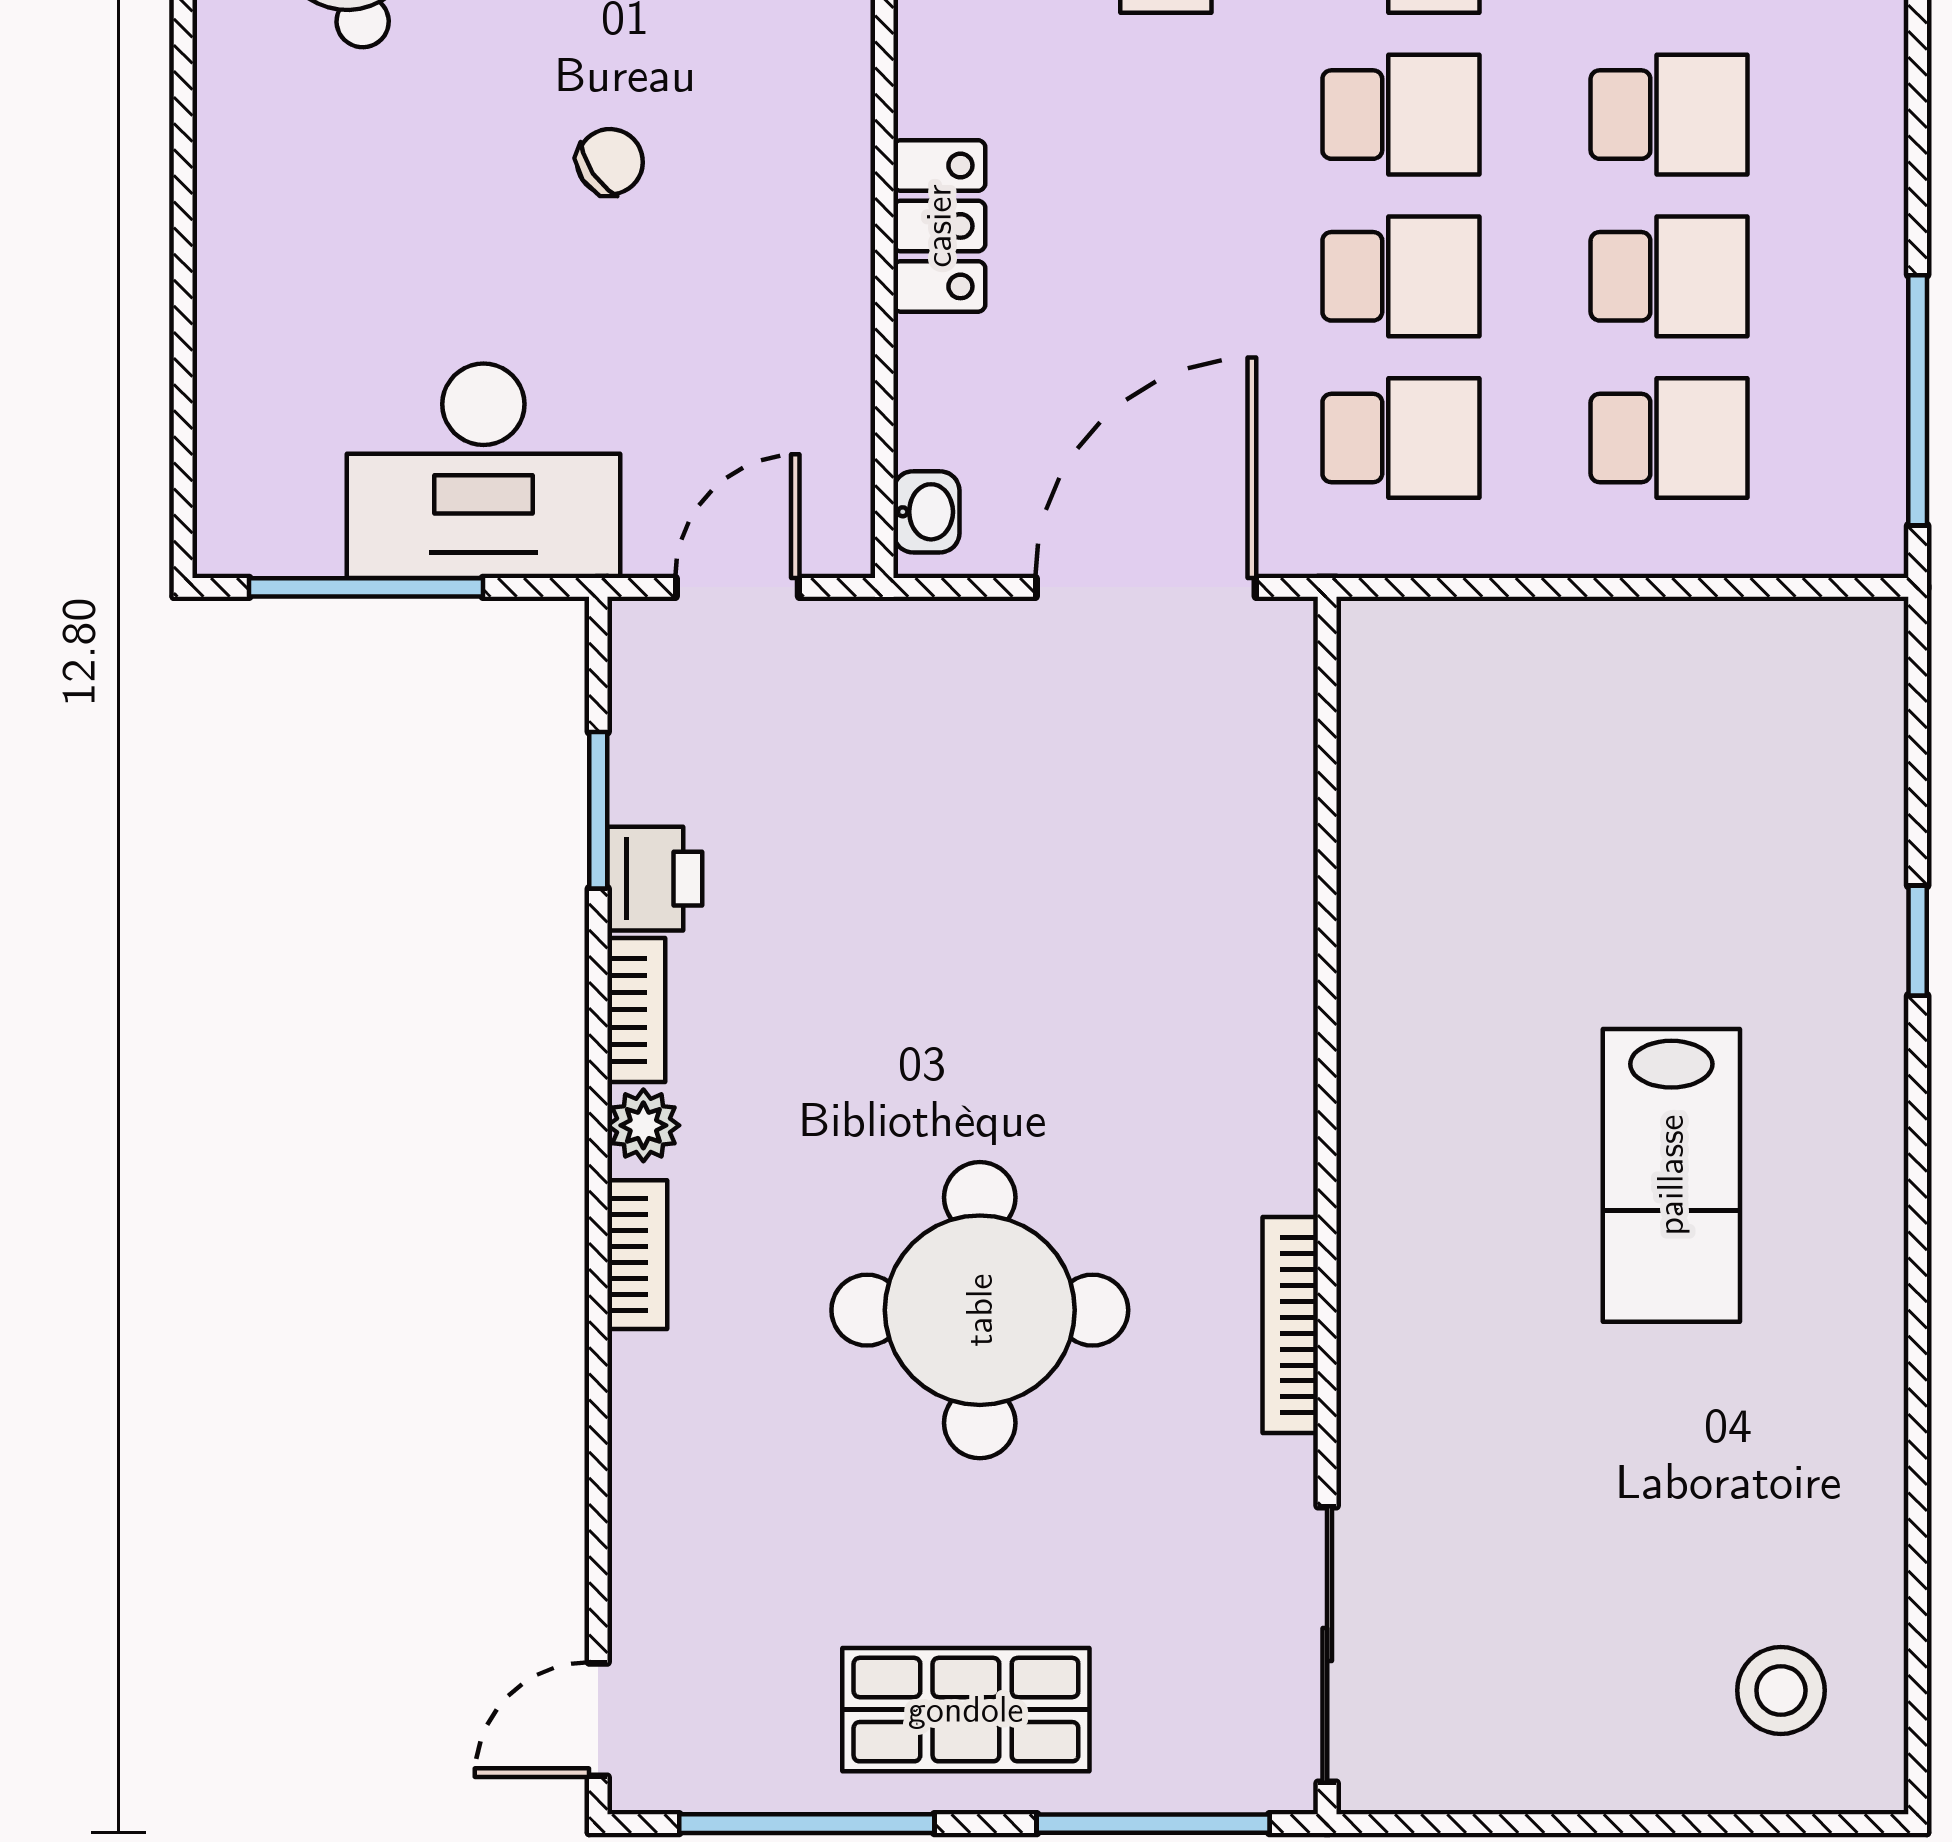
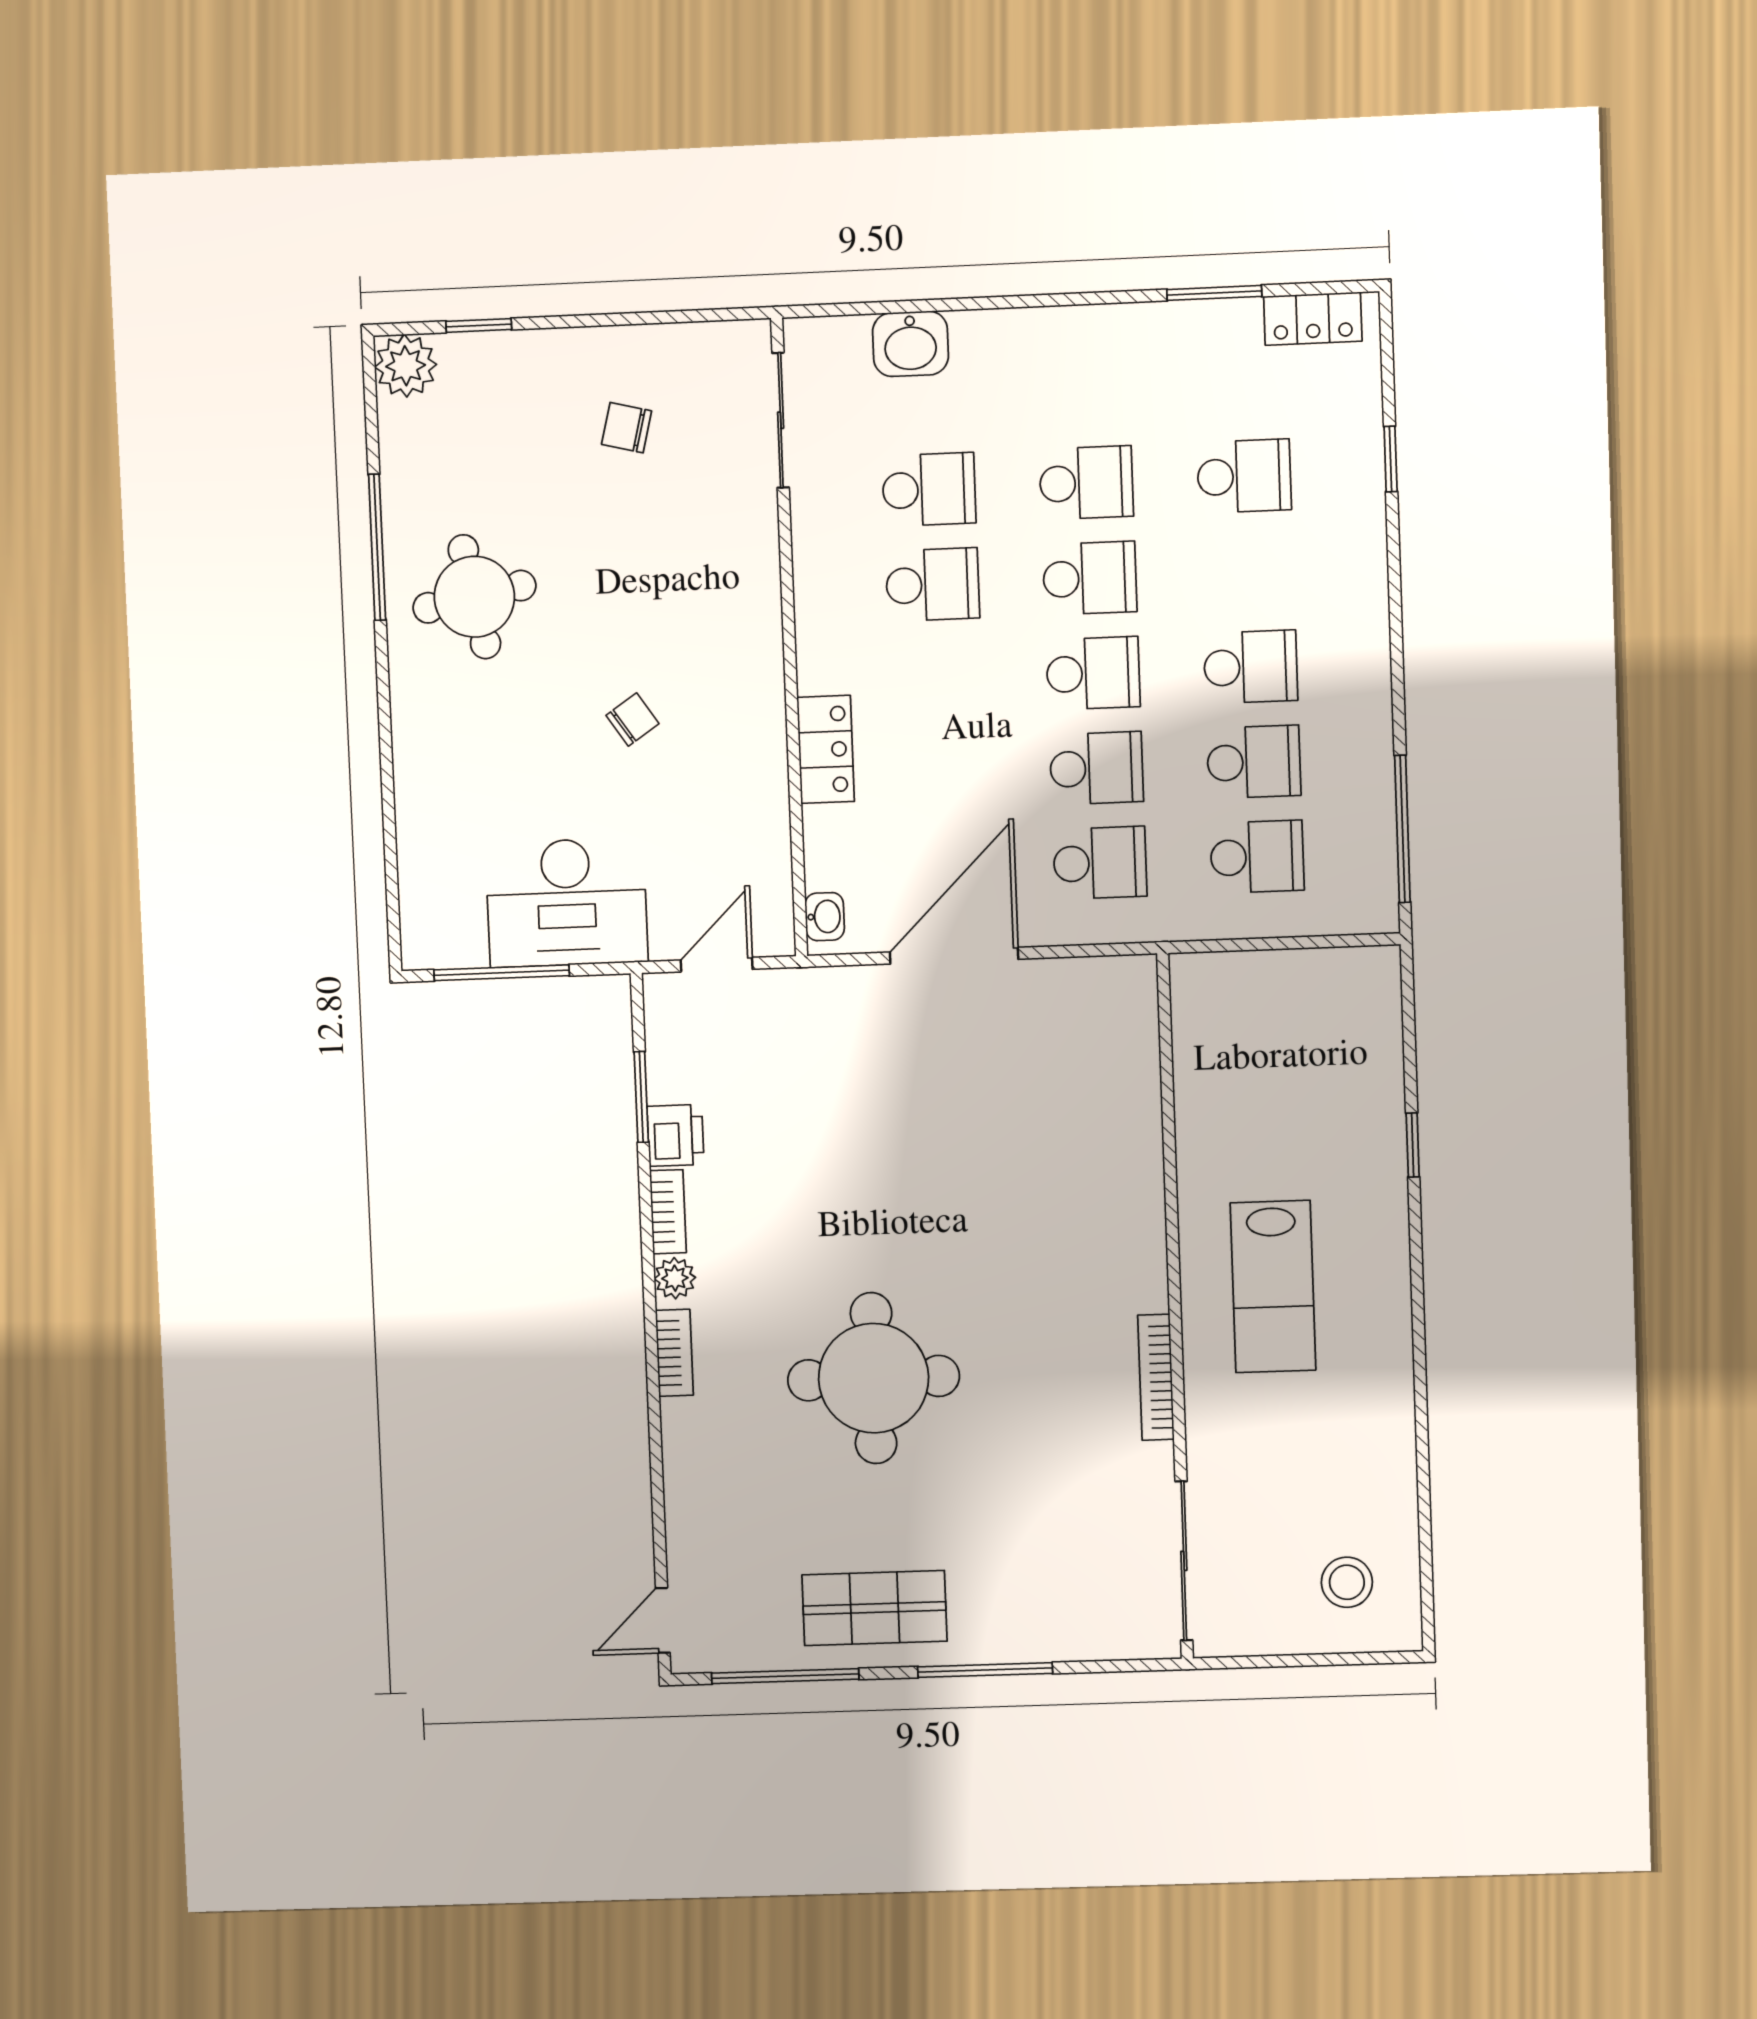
wall: (1327, 1205) -> (1175, 1307), moved
bookcase: (1290, 1325) -> (1156, 1377), moved
sliding door: (1327, 1644) -> (1184, 1561), moved

